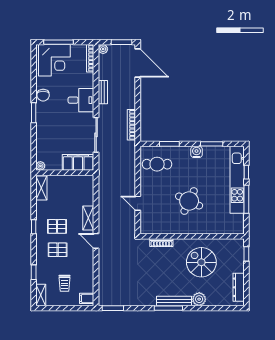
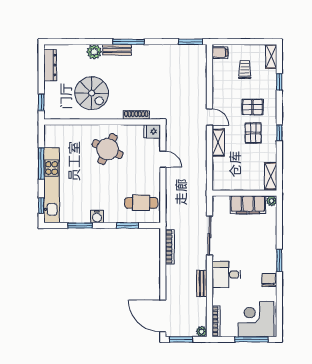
filing cabinet: (78, 162) -> (248, 205), moved
window: (246, 172) -> (41, 206), moved
round table: (189, 201) -> (108, 149), moved
pallet: (57, 226) -> (253, 133), turned 90
fridge: (147, 228) -> (152, 131), added
bench: (174, 301) -> (117, 50), width x0.73

